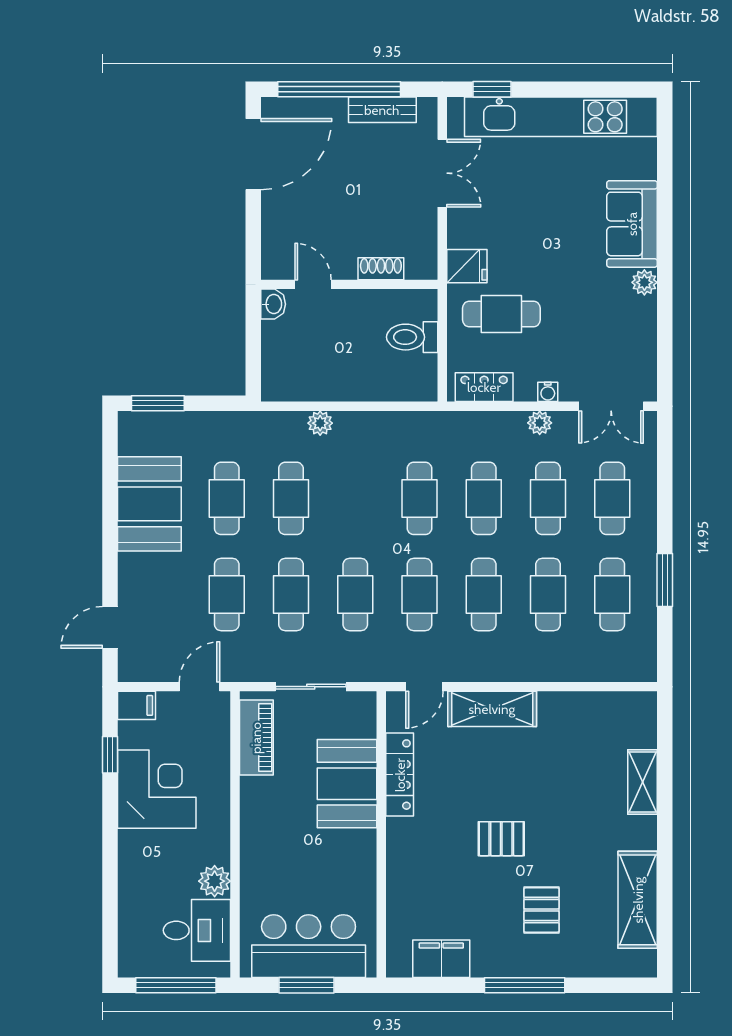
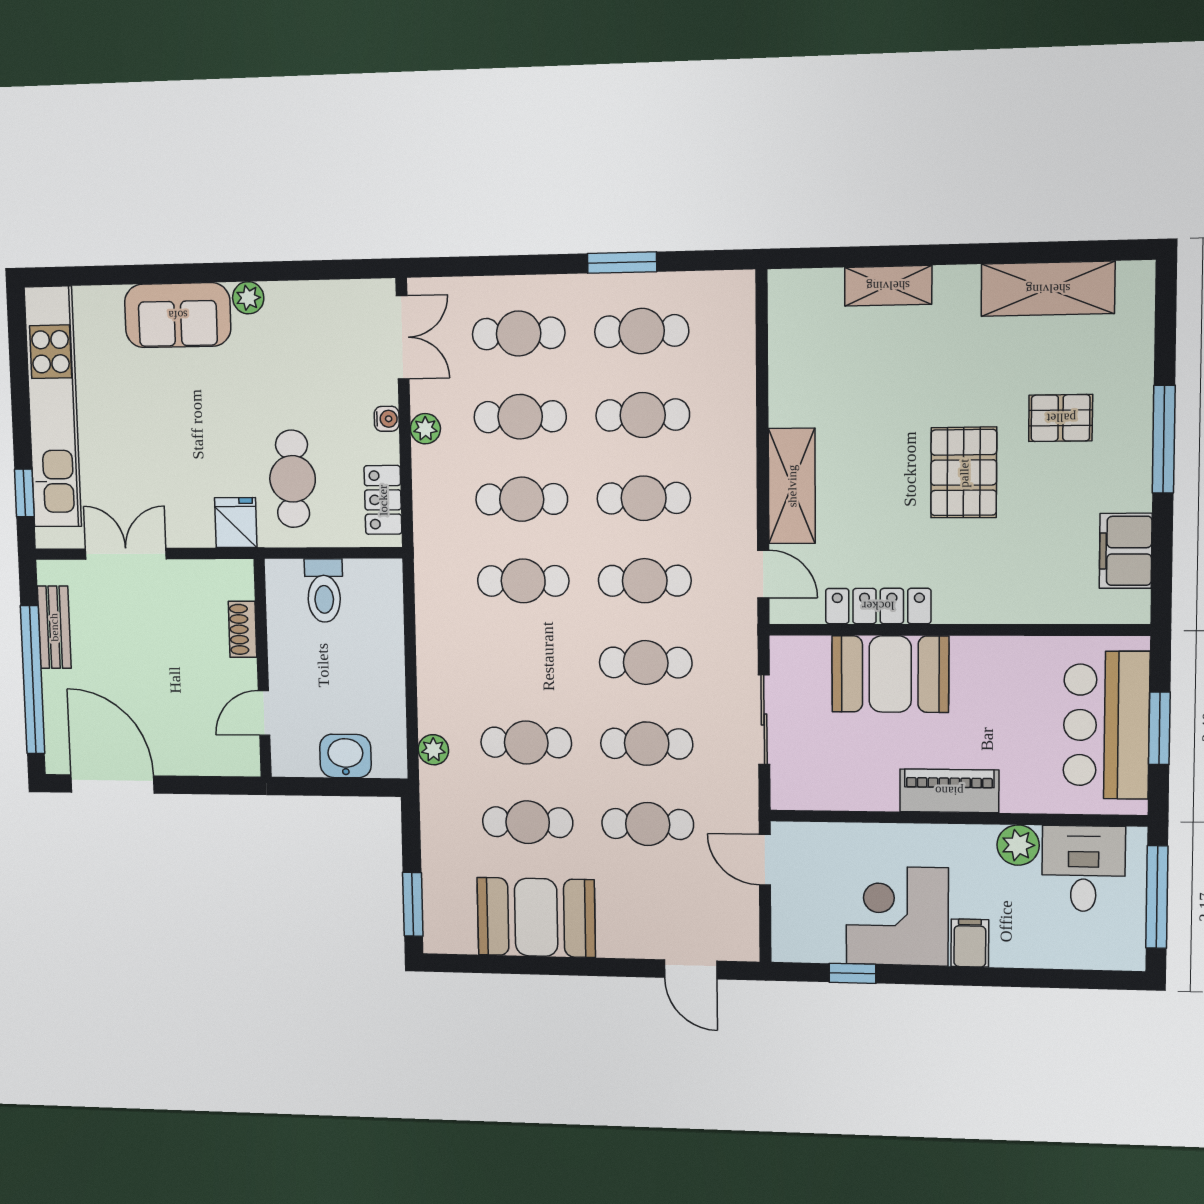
washbasin: (273, 304) -> (345, 756), moved, width x1.38, depth x1.45
plant: (320, 423) -> (433, 750), moved
filing cabinet: (137, 705) -> (970, 943), moved
piano: (256, 738) -> (949, 791), moved
pallet: (501, 839) -> (964, 473), width x1.50, depth x1.42

